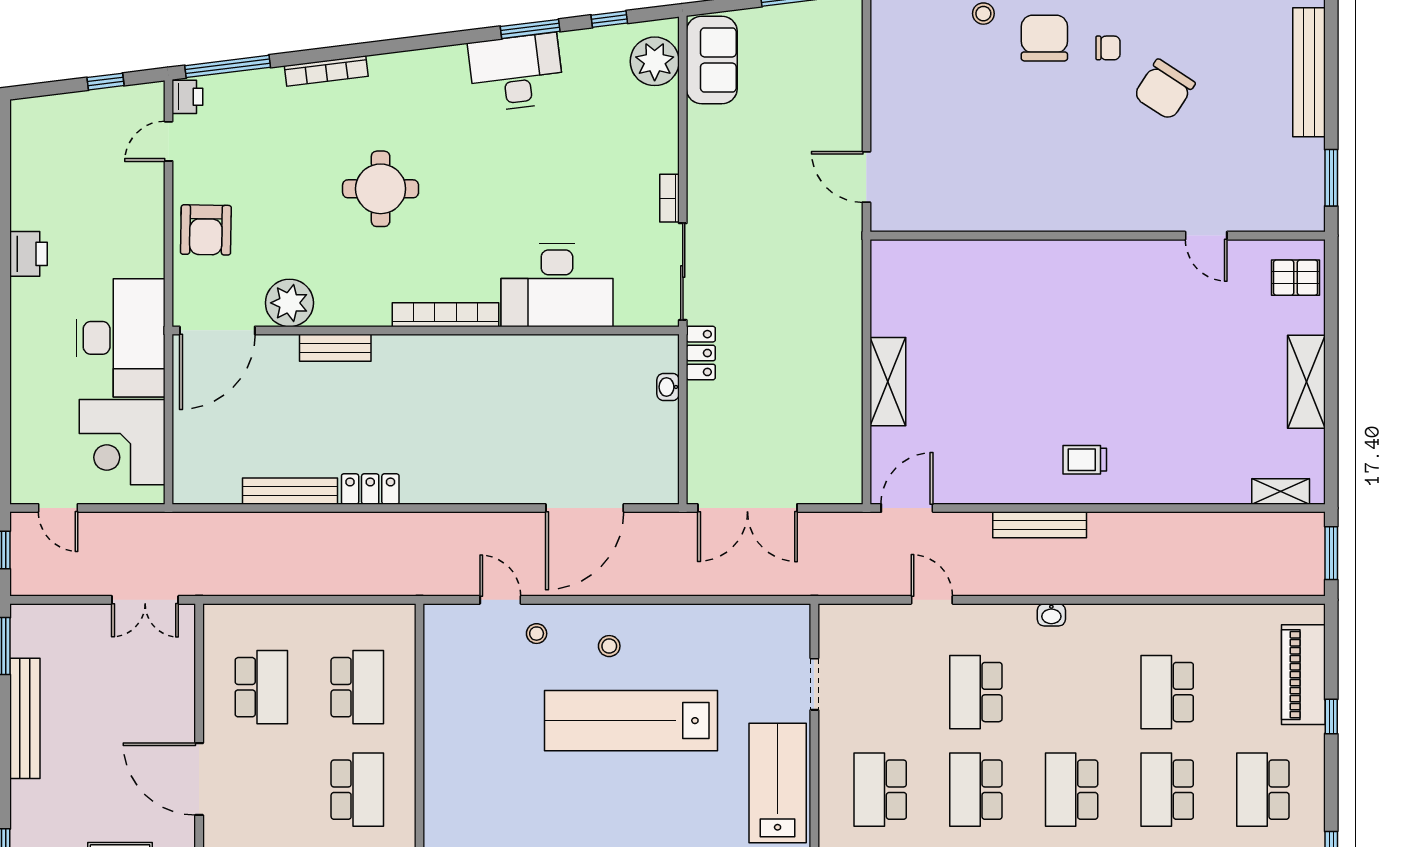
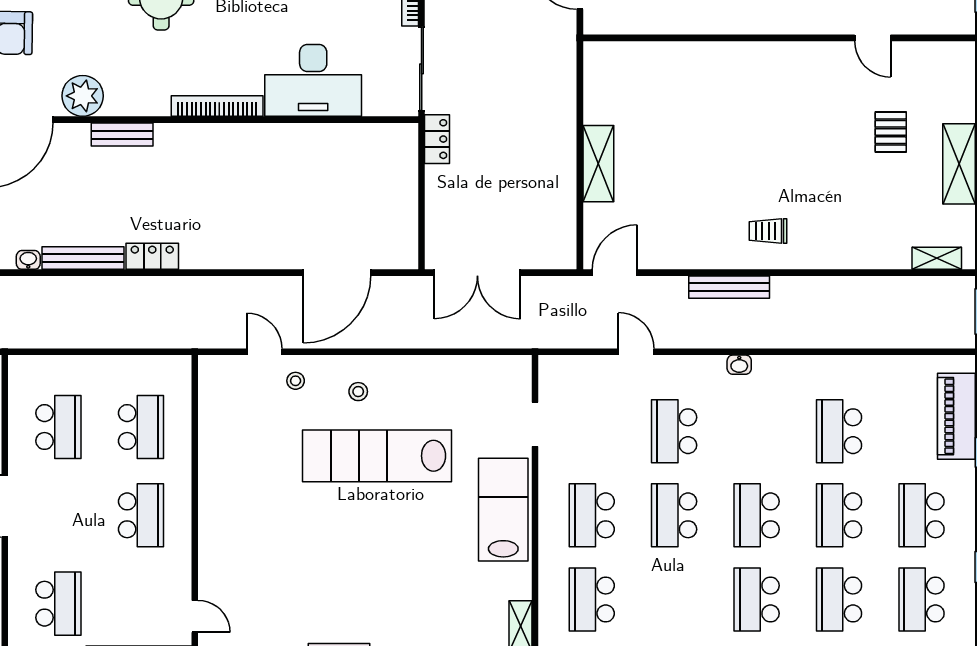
pallet: (1296, 278) -> (891, 132), moved, turned 90
washbasin: (668, 387) -> (28, 260), moved, turned 90

